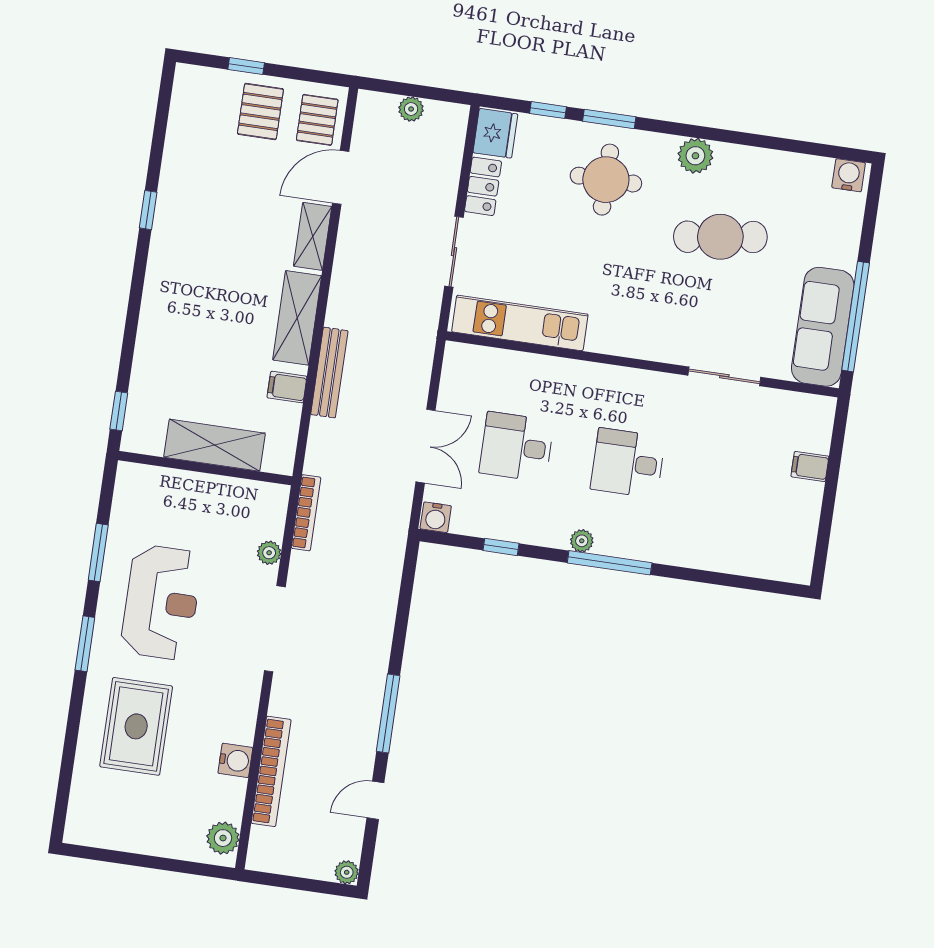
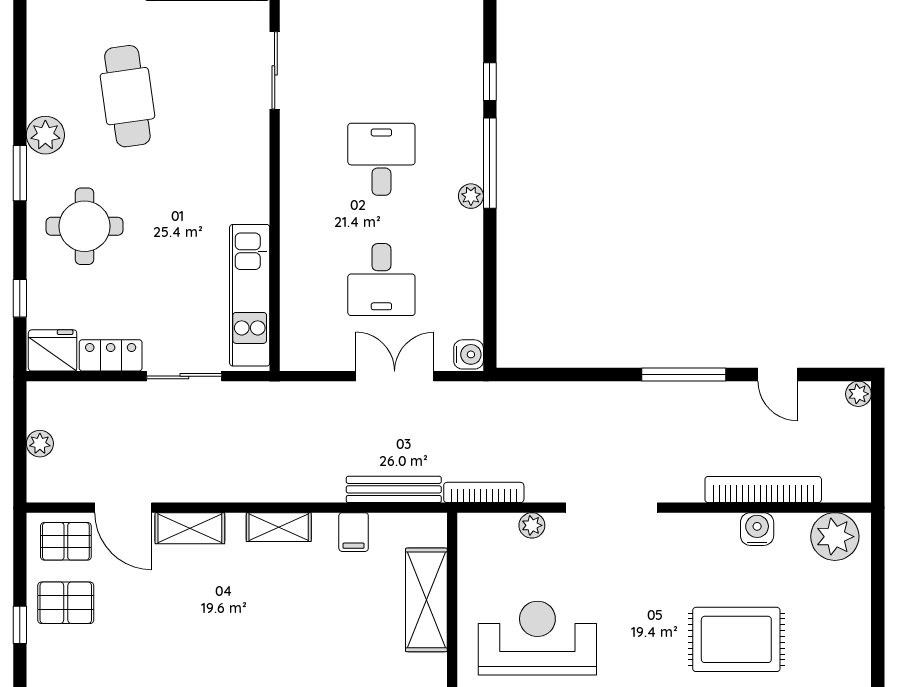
window: (609, 119) -> (20, 173), moved
shelving: (297, 318) -> (279, 527), width x0.67, depth x0.75
bench: (329, 373) -> (394, 489), moved
desk: (628, 463) -> (381, 159), turned 180
window: (501, 547) -> (490, 82), moved
reception desk: (161, 602) -> (537, 638), moved
plant: (223, 838) -> (835, 537), width x1.36, depth x1.36

